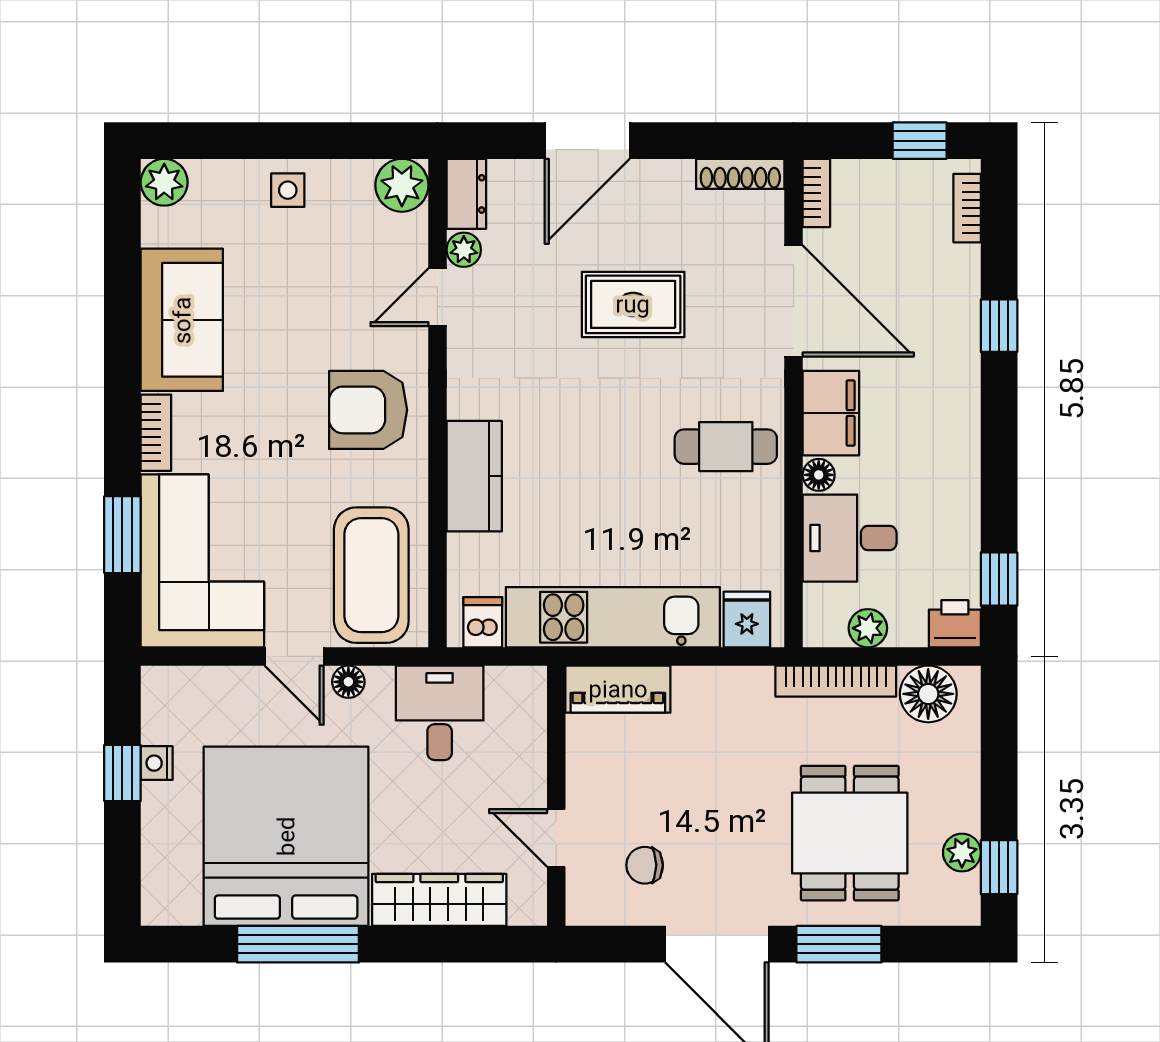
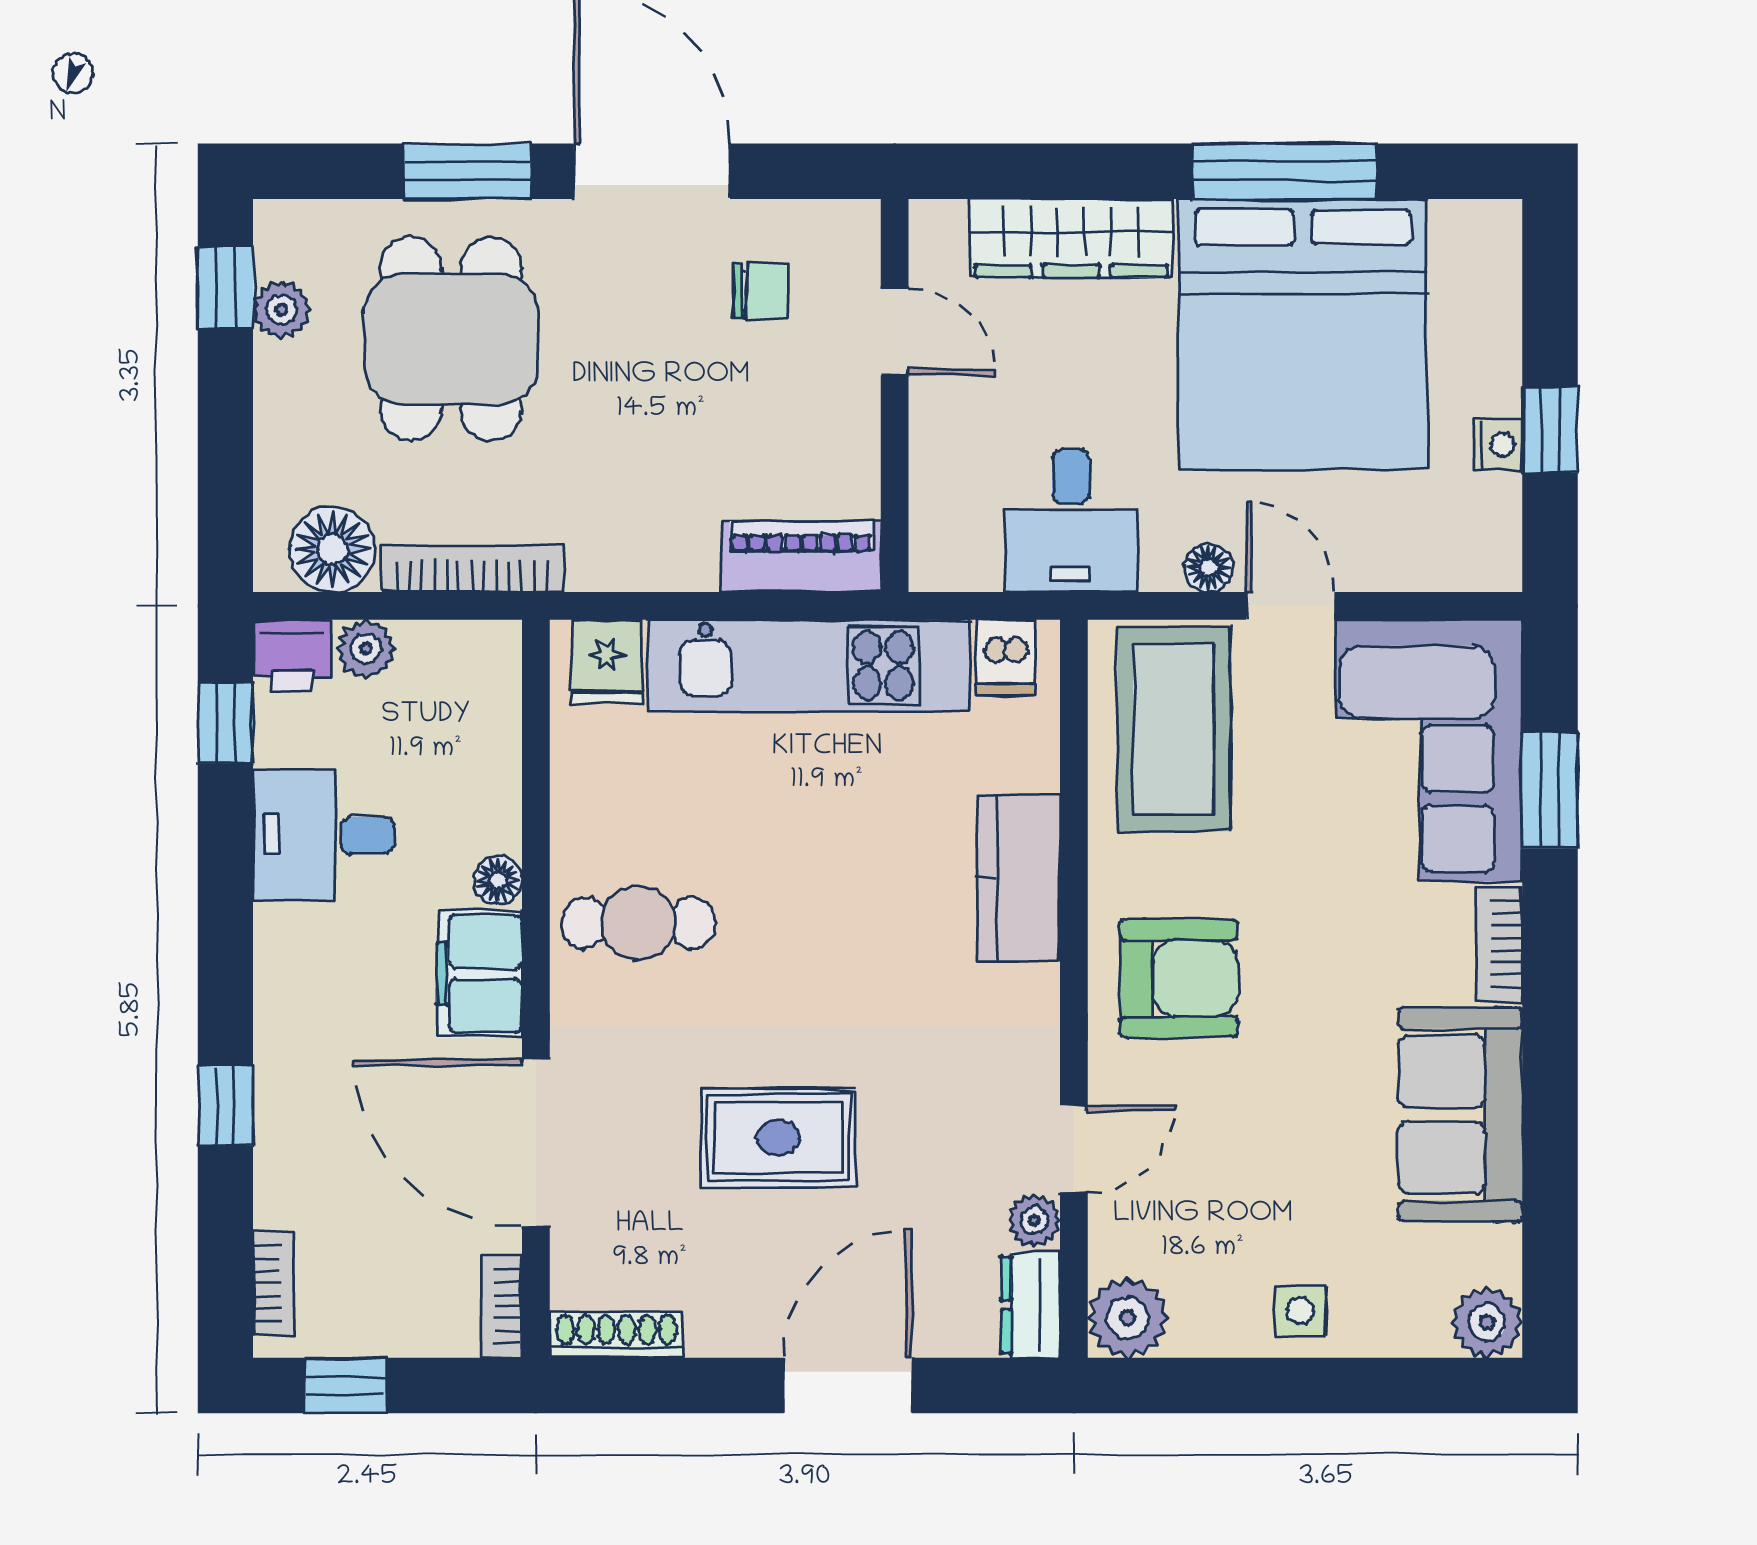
desk: (850, 538) -> (324, 835), moved, turned 180
plant: (868, 628) -> (366, 649), moved

